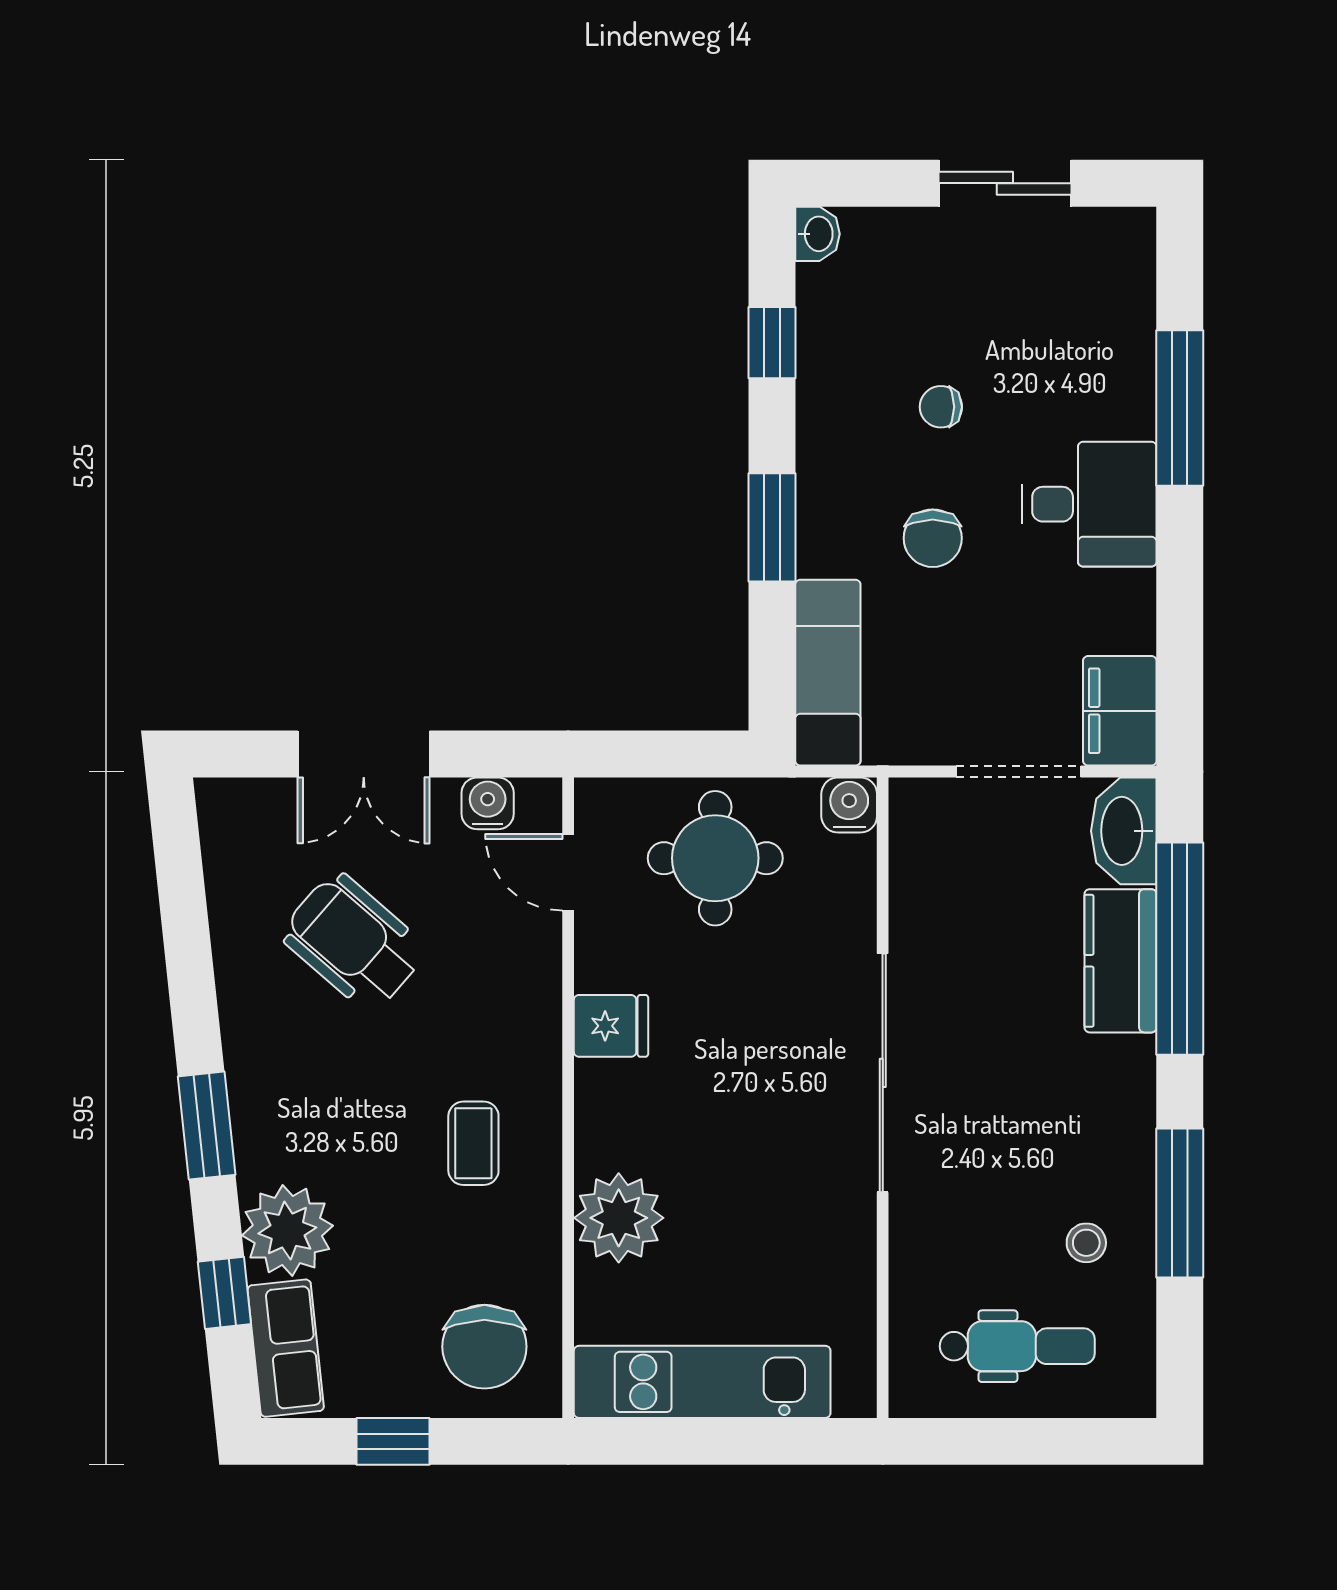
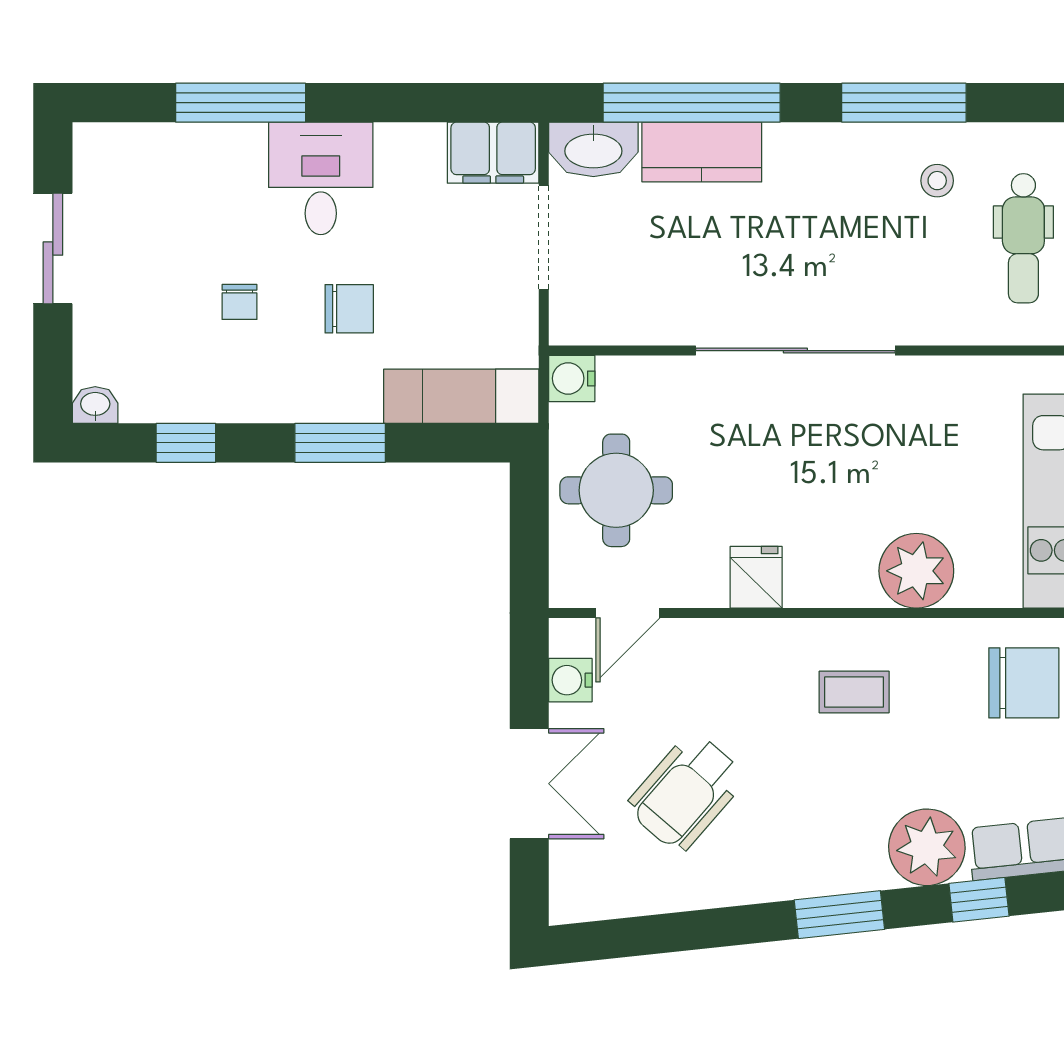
dental chair: (1017, 1346) -> (1023, 238), turned 180

